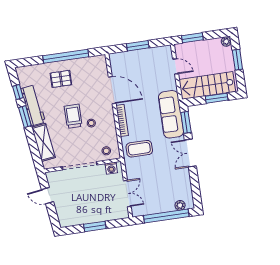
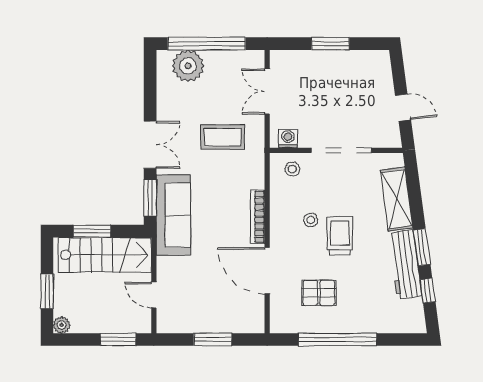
pallet: (61, 79) -> (319, 293), moved
trolley: (73, 116) -> (340, 236), turned 180
coffee table: (139, 149) -> (223, 137), moved
plant: (180, 205) -> (188, 66), width x1.88, depth x1.88

